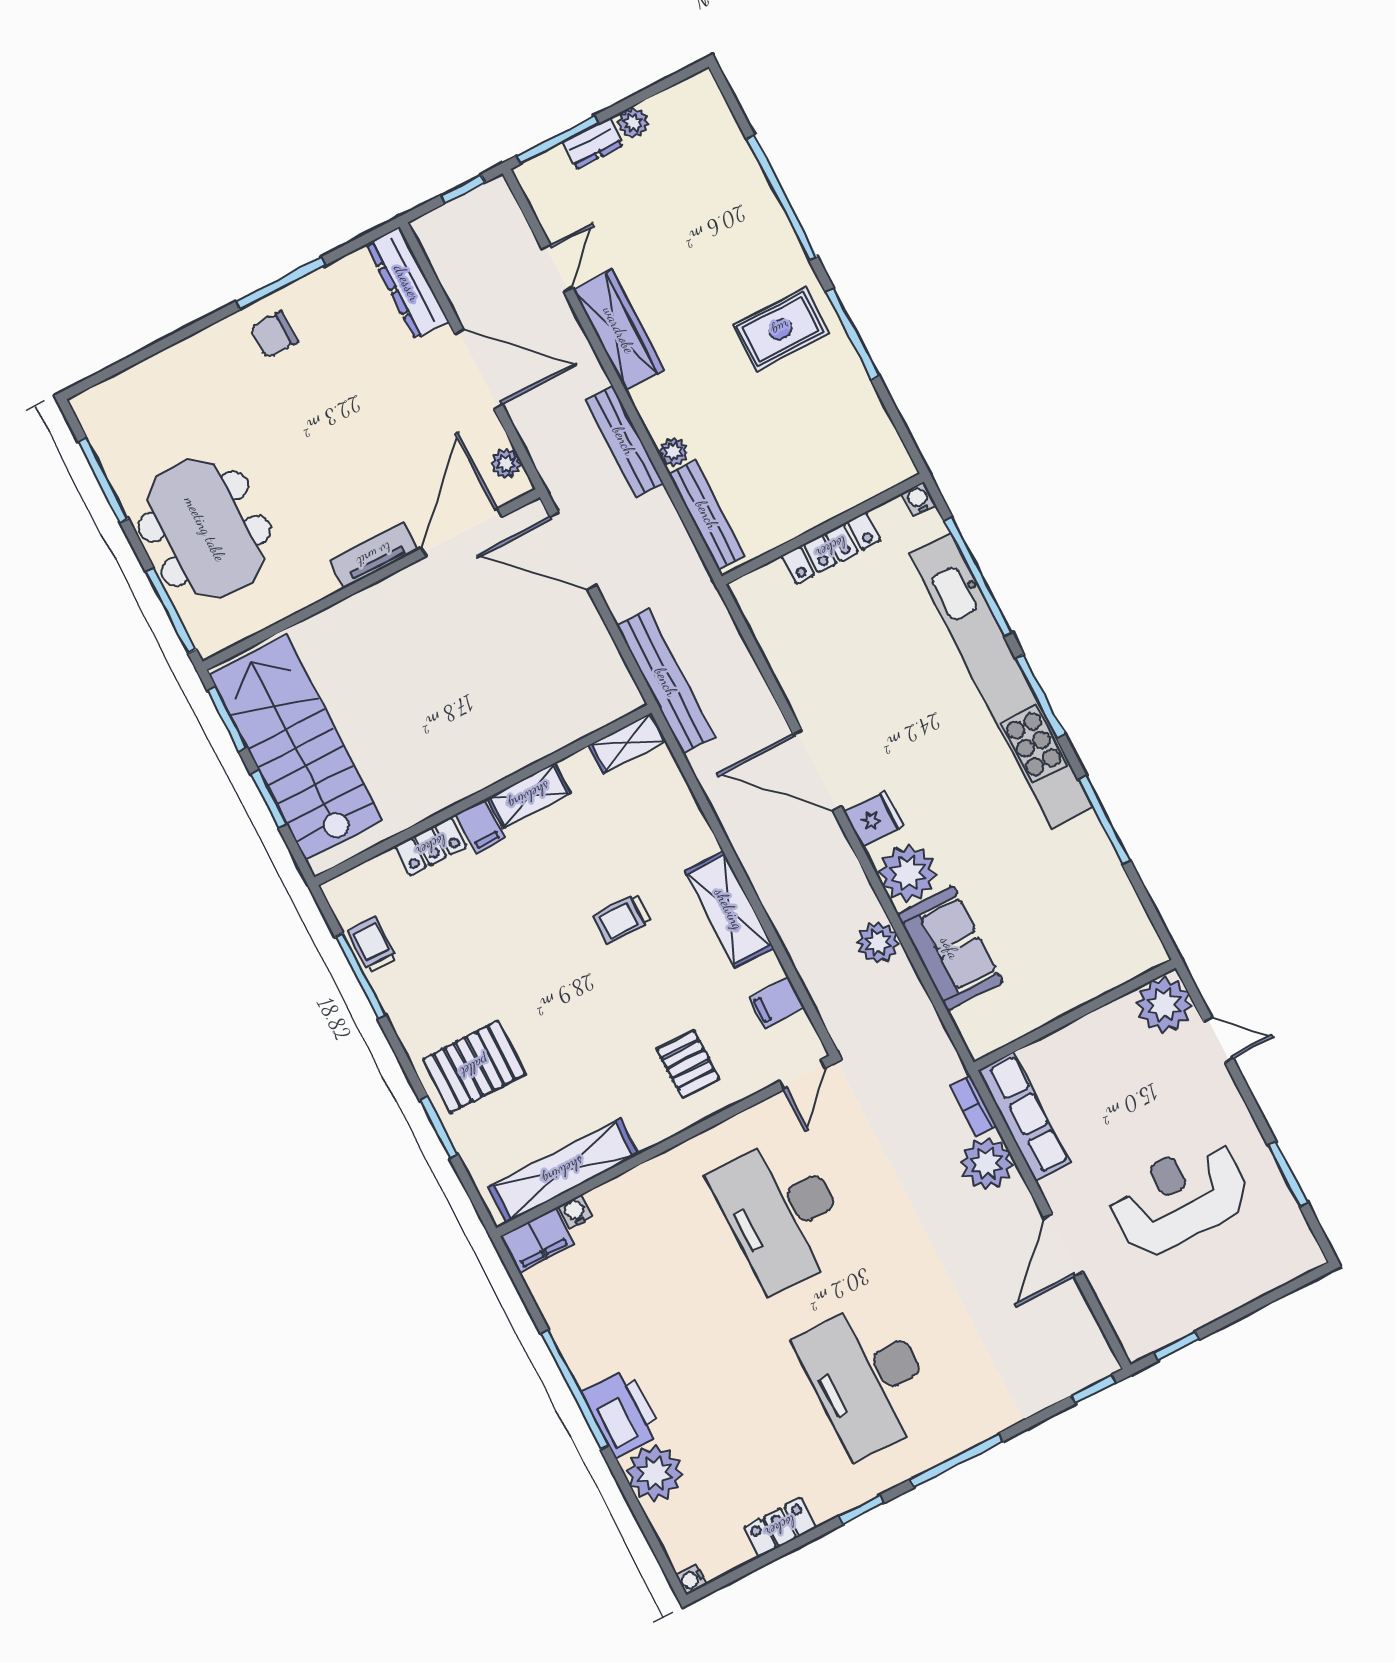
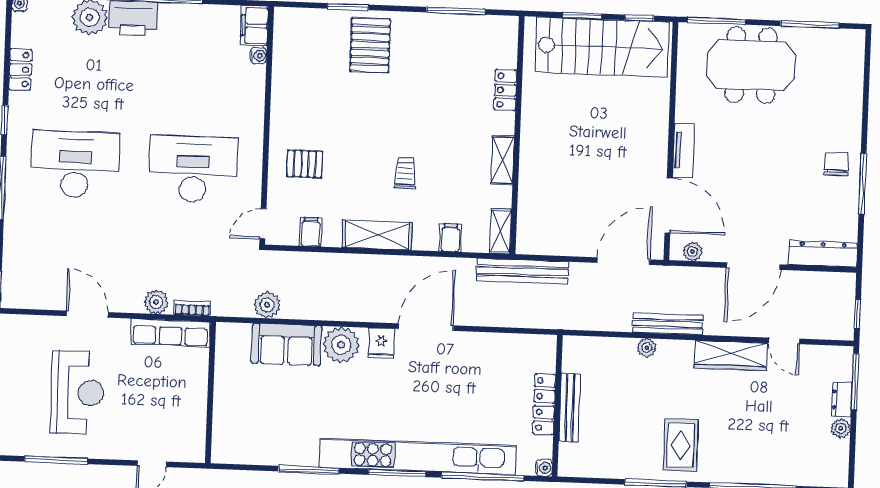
bench: (707, 515) -> (570, 407), moved, turned 90
window: (227, 719) -> (639, 18), width x0.67
filing cabinet: (480, 826) -> (450, 238), moved, turned 90
plant: (878, 943) -> (267, 305), moved
trolley: (372, 945) -> (469, 27), removed
plant: (1164, 1005) -> (188, 445), removed
door: (803, 1074) -> (263, 224), hinge flipped
plant: (987, 1164) -> (156, 302), width x0.73, depth x0.73
shelving: (563, 1171) -> (285, 62), removed
window: (1288, 1174) -> (56, 460), width x1.44

